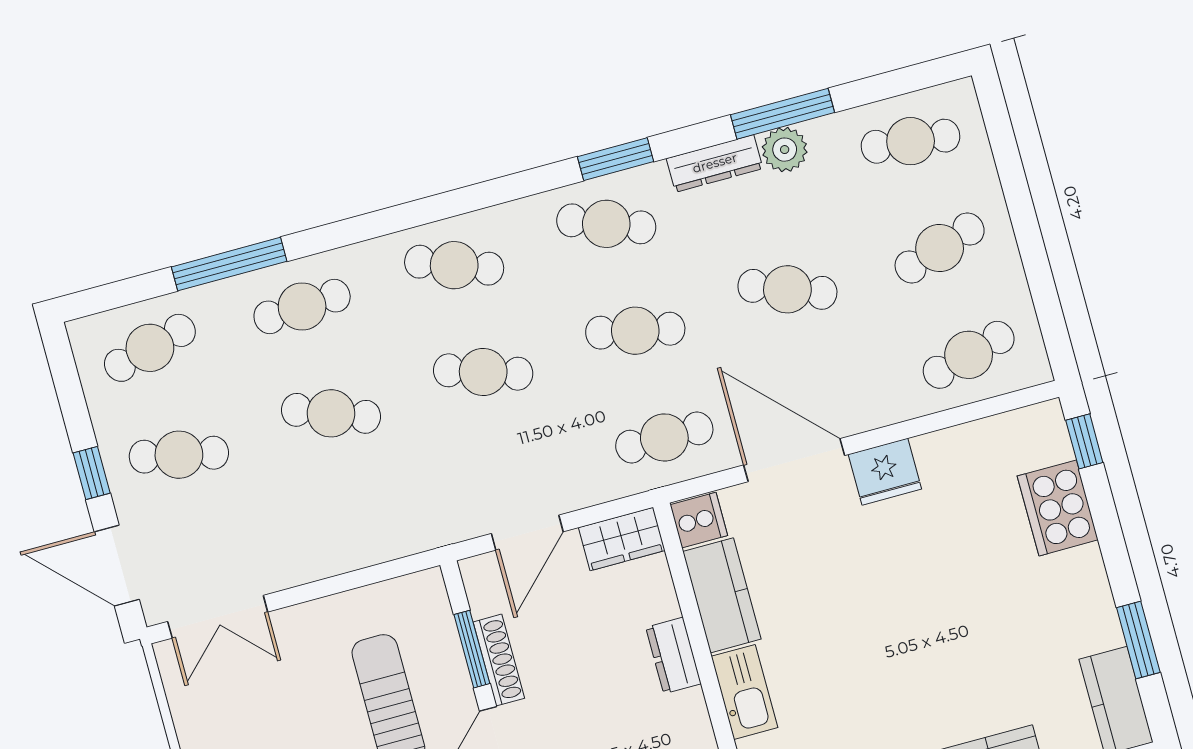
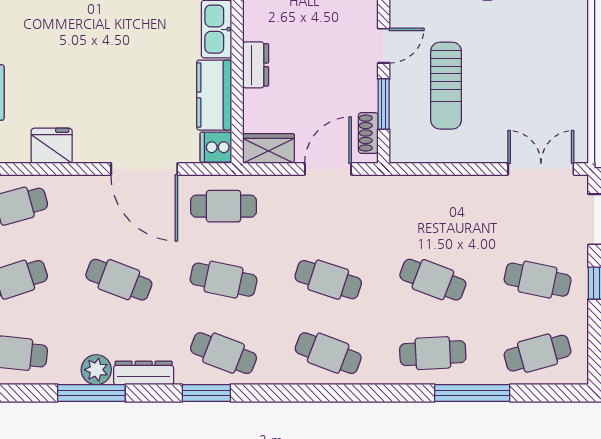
fridge: (885, 472) -> (52, 146), moved
shoe rack: (499, 660) -> (368, 133), moved, width x0.70

